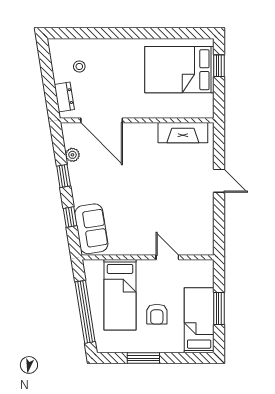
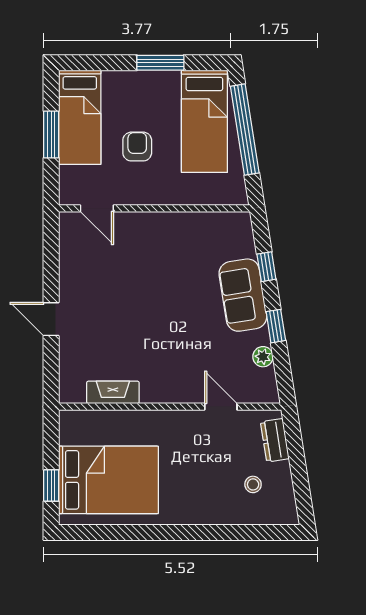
door: (102, 120) -> (221, 407), width x0.53
fireplace: (183, 133) -> (113, 392), width x0.73, depth x0.76
sofa: (91, 229) -> (243, 295), moved
door: (167, 257) -> (97, 208), moved
bed: (120, 295) -> (204, 121), moved, turned 180
armchair: (157, 314) -> (137, 147), moved

